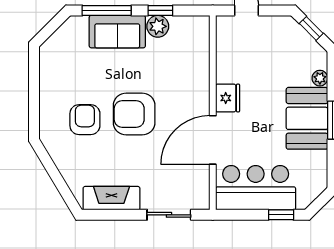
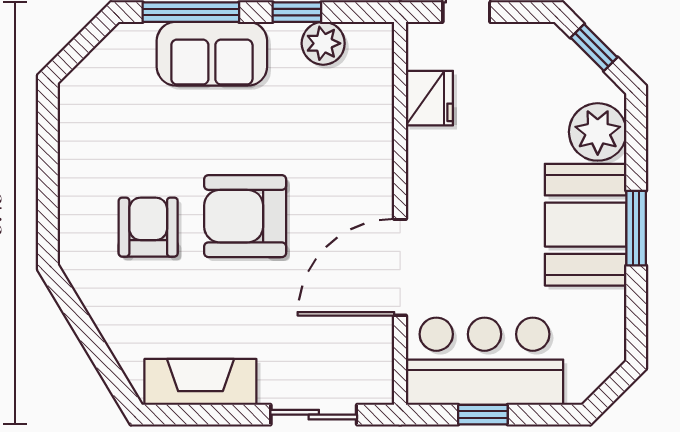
plant: (158, 26) -> (323, 43), moved
plant: (320, 78) -> (598, 132), width x1.87, depth x1.87
fridge: (228, 98) -> (429, 98), moved
window: (281, 215) -> (483, 415), moved

